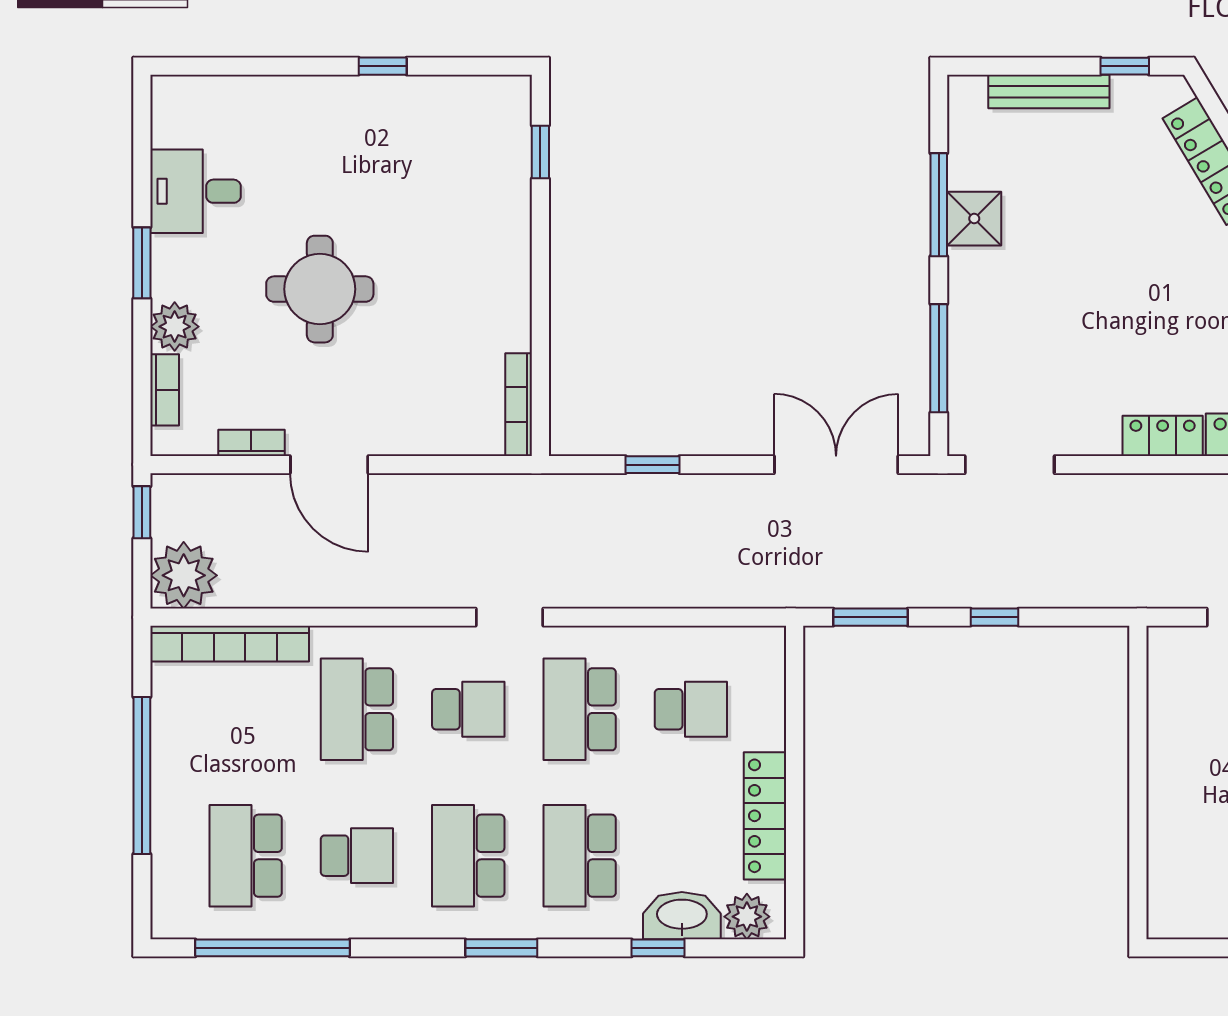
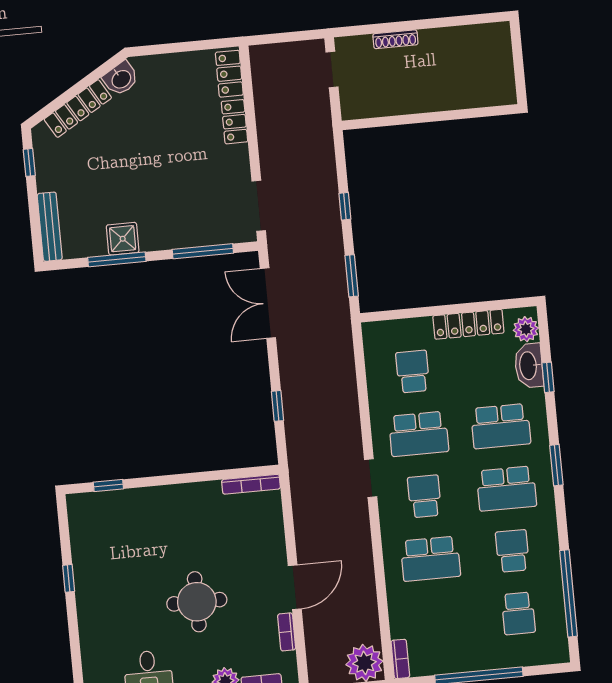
bench: (1049, 92) -> (50, 227), moved
bookcase: (230, 644) -> (400, 659), width x0.43, depth x0.76
school desk: (246, 856) -> (518, 613), width x0.54

